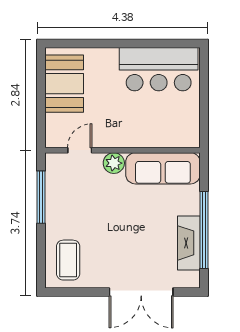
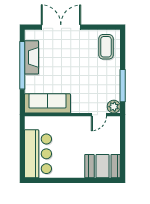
bar counter: (159, 69) -> (38, 154), moved, turned 90
booth: (64, 84) -> (103, 166), moved, turned 90
plant: (114, 163) -> (114, 107), moved

